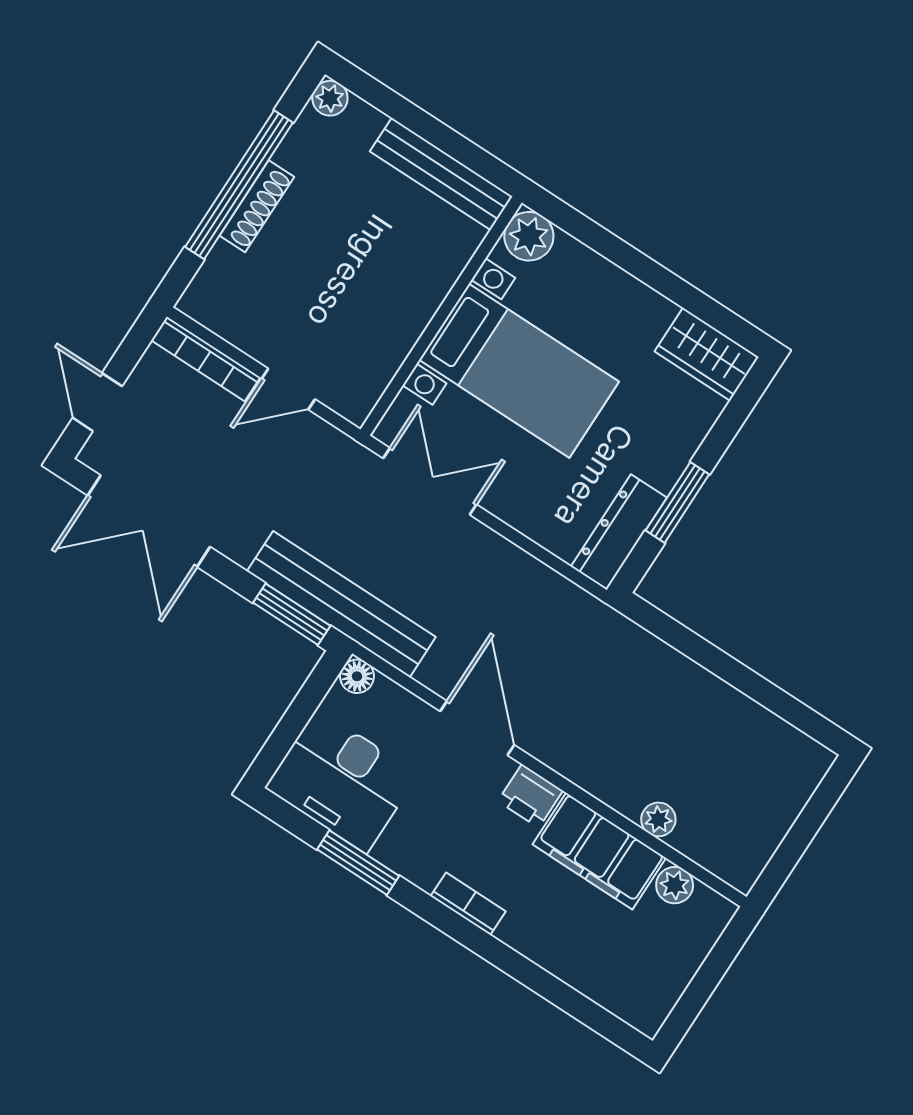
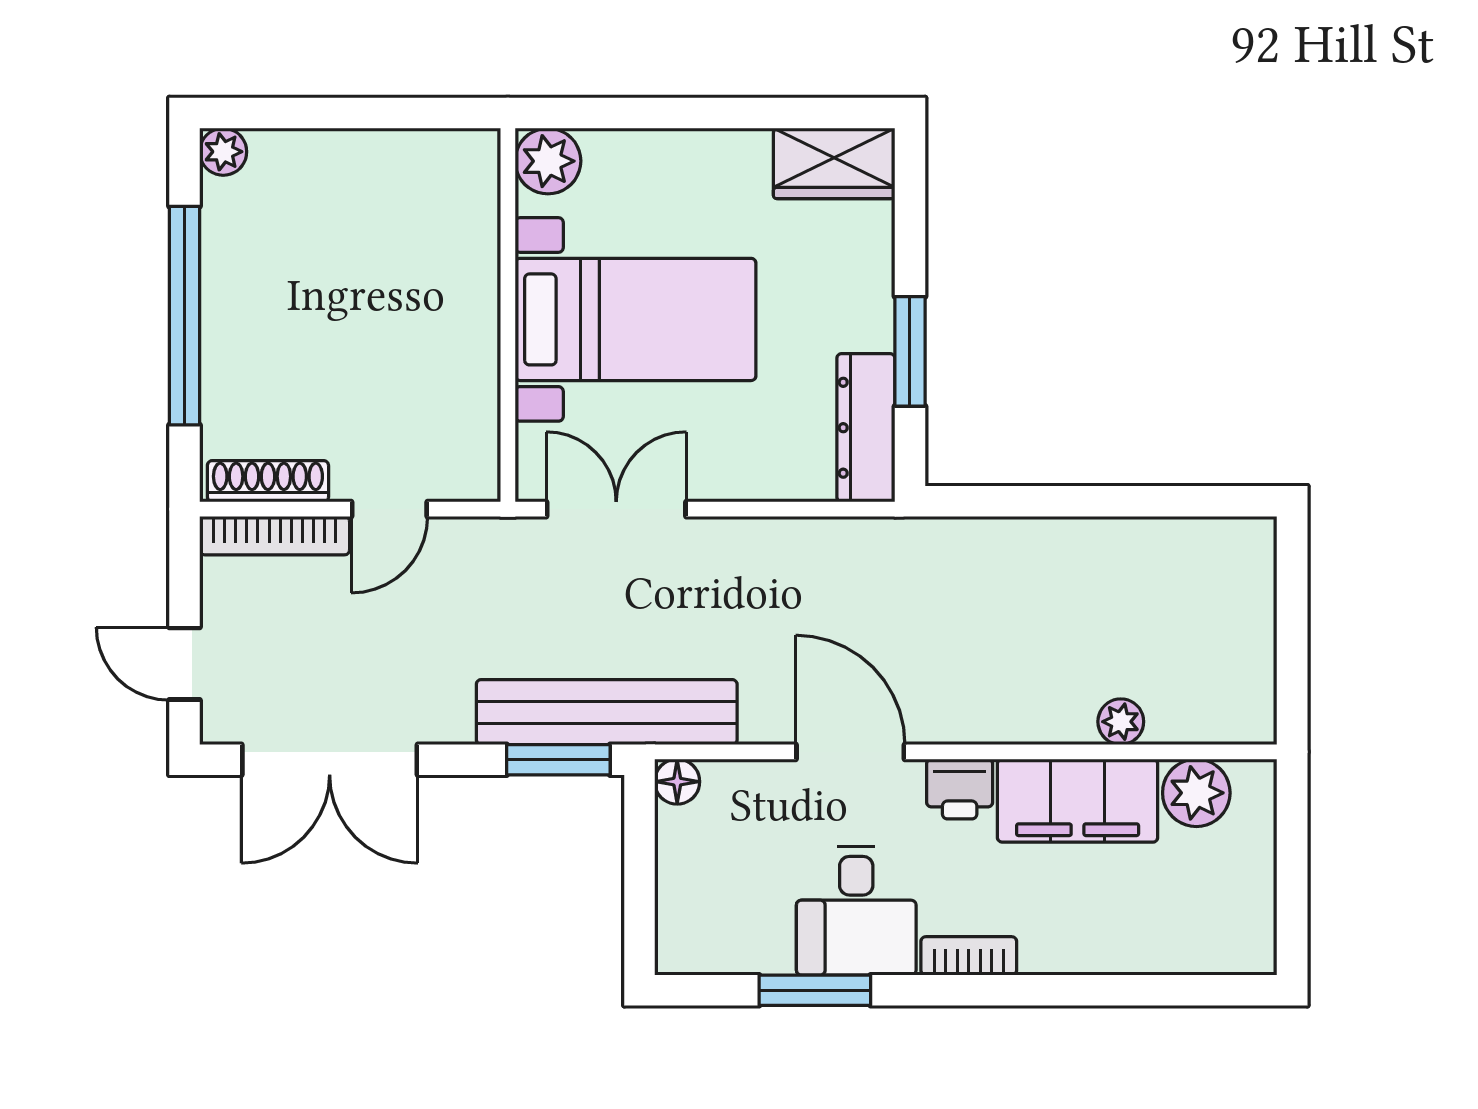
bench: (441, 174) -> (404, 155), removed
shoe rack: (257, 206) -> (268, 481), moved, turned -90
desk: (342, 781) -> (856, 911), moved, width x0.73
plant: (675, 885) -> (1196, 793), width x1.38, depth x1.38

